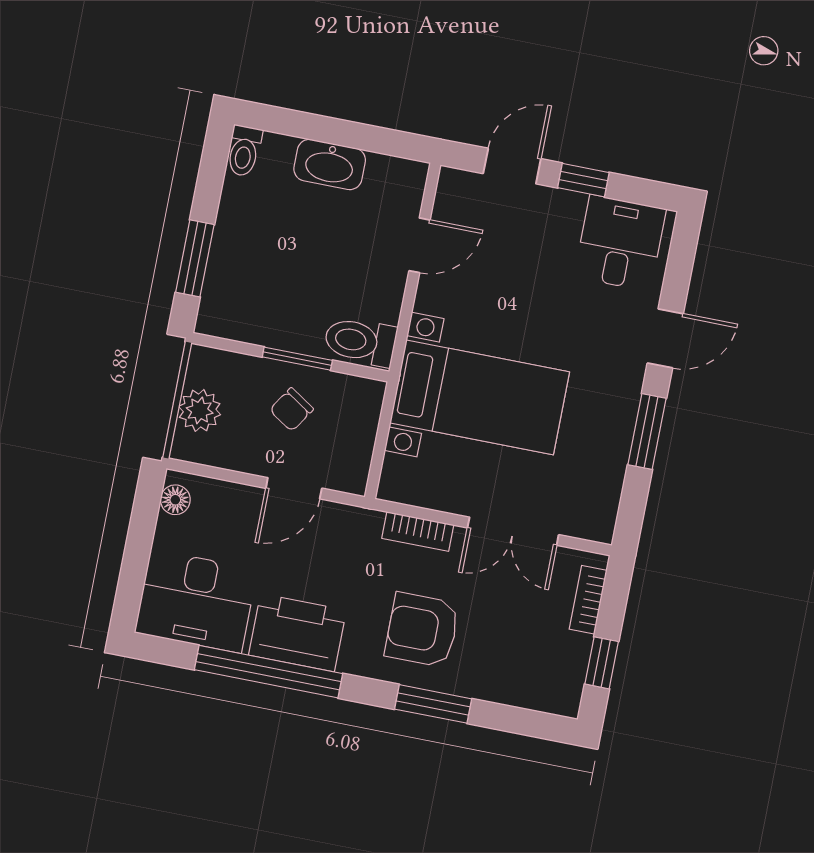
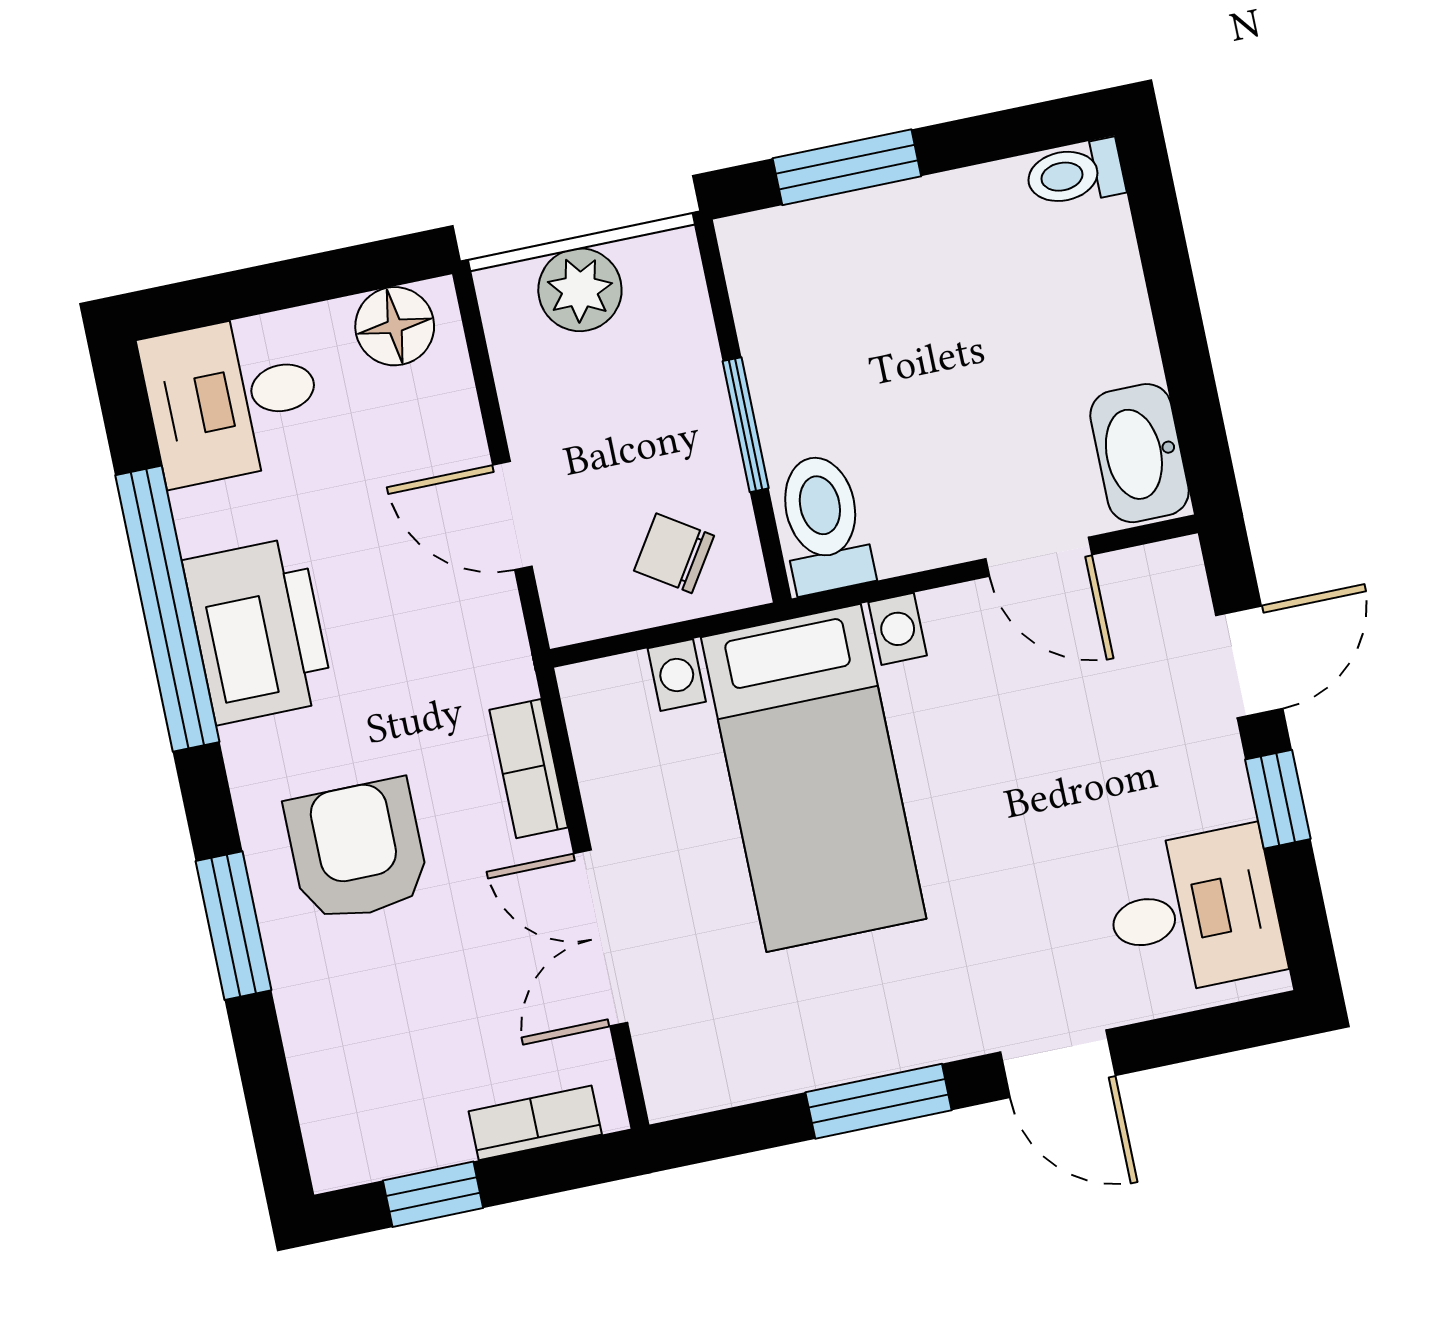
washbasin: (330, 164) -> (1140, 453), moved
door: (512, 166) -> (1249, 662), hinge flipped
chair: (291, 409) -> (674, 553), moved
floor lamp: (175, 500) -> (395, 326), width x1.37, depth x1.37
desk: (196, 601) -> (232, 398), width x0.73

